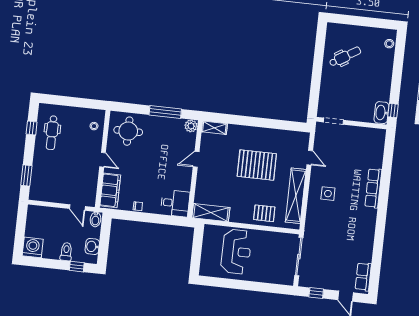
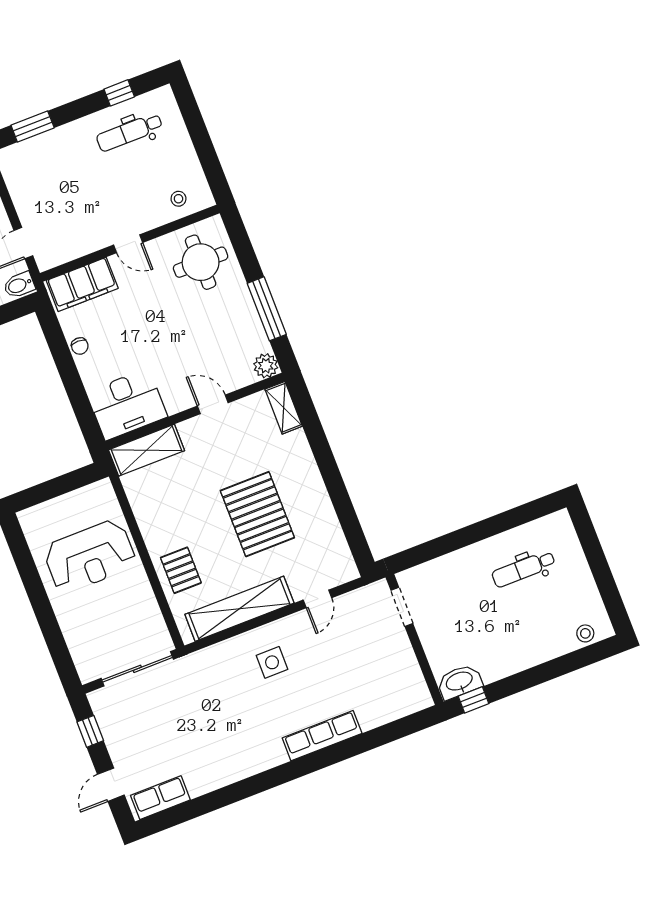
dental chair: (345, 57) -> (523, 569), turned 122
door: (103, 160) -> (128, 244), hinge flipped
desk: (175, 203) -> (127, 404), width x1.37
shelving: (211, 213) -> (147, 450), moved, turned 90

